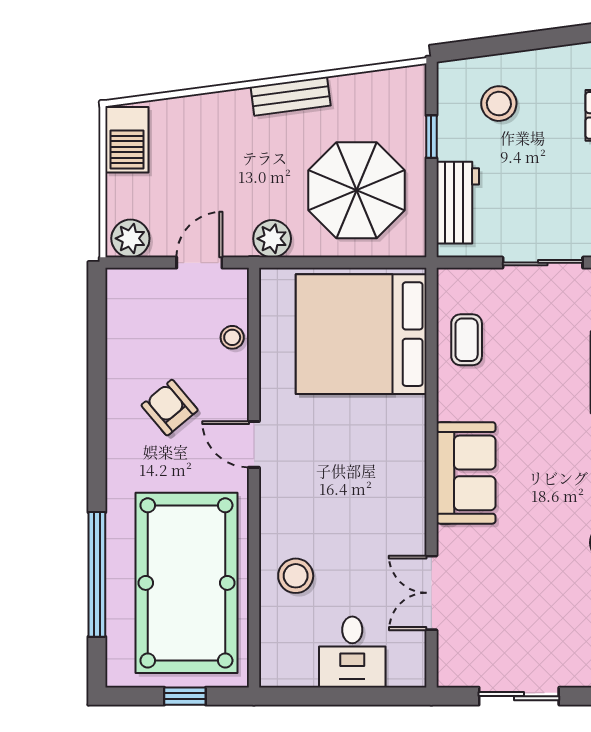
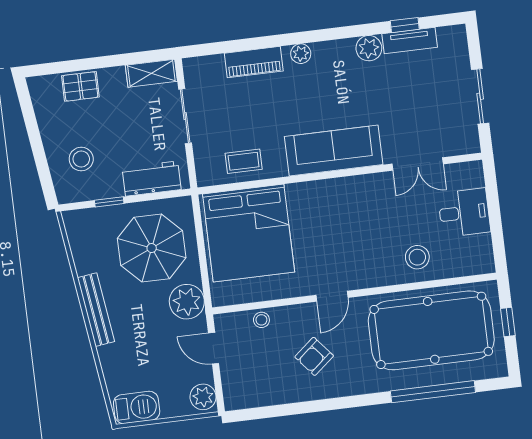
bench: (291, 96) -> (96, 310), width x1.36
plant: (272, 239) -> (187, 302), width x1.36, depth x1.36
sofa: (466, 473) -> (334, 151), width x1.36

